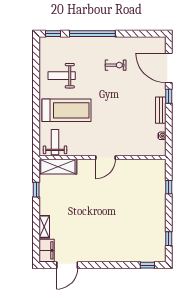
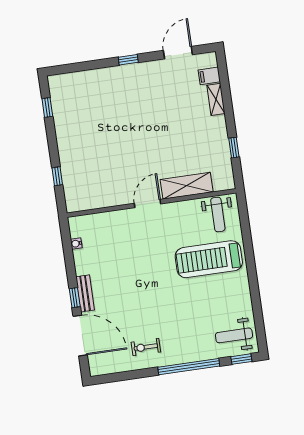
exercise bike: (116, 65) -> (146, 347), moved
weight bench: (62, 76) -> (234, 335), moved, turned 180
bench: (161, 110) -> (85, 293), moved
shelving: (58, 167) -> (187, 186), moved
filing cabinet: (47, 250) -> (209, 76), width x0.50
window: (147, 265) -> (128, 60), moved

